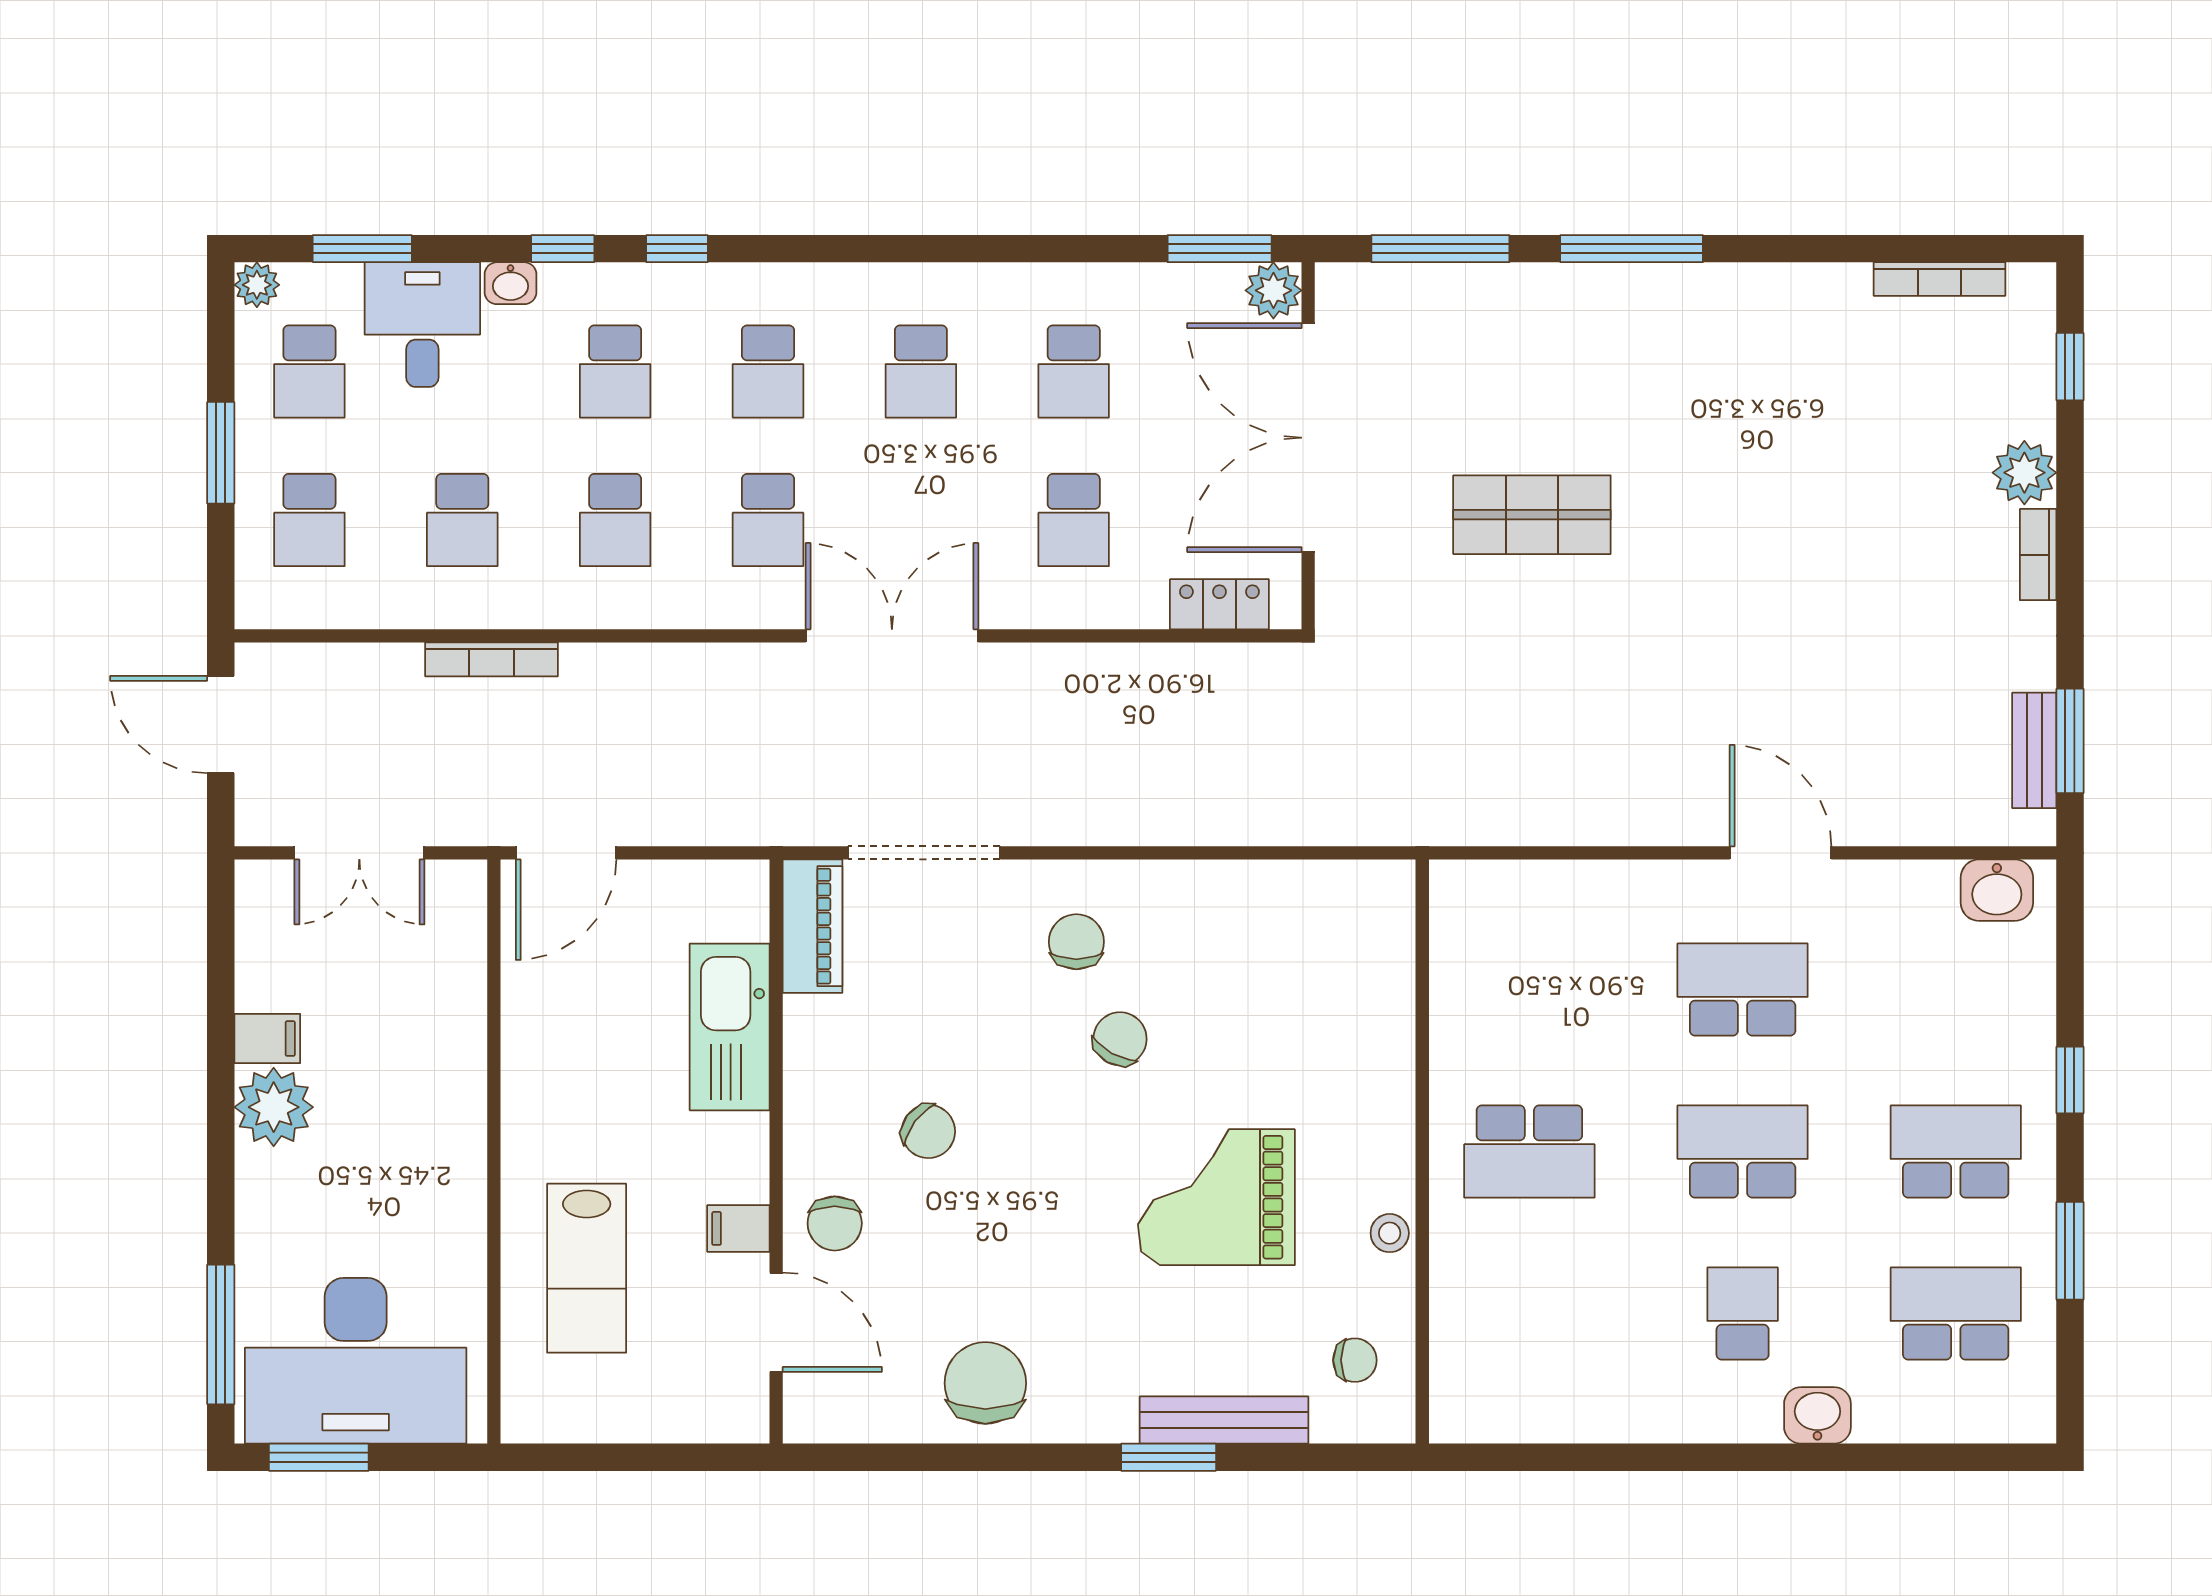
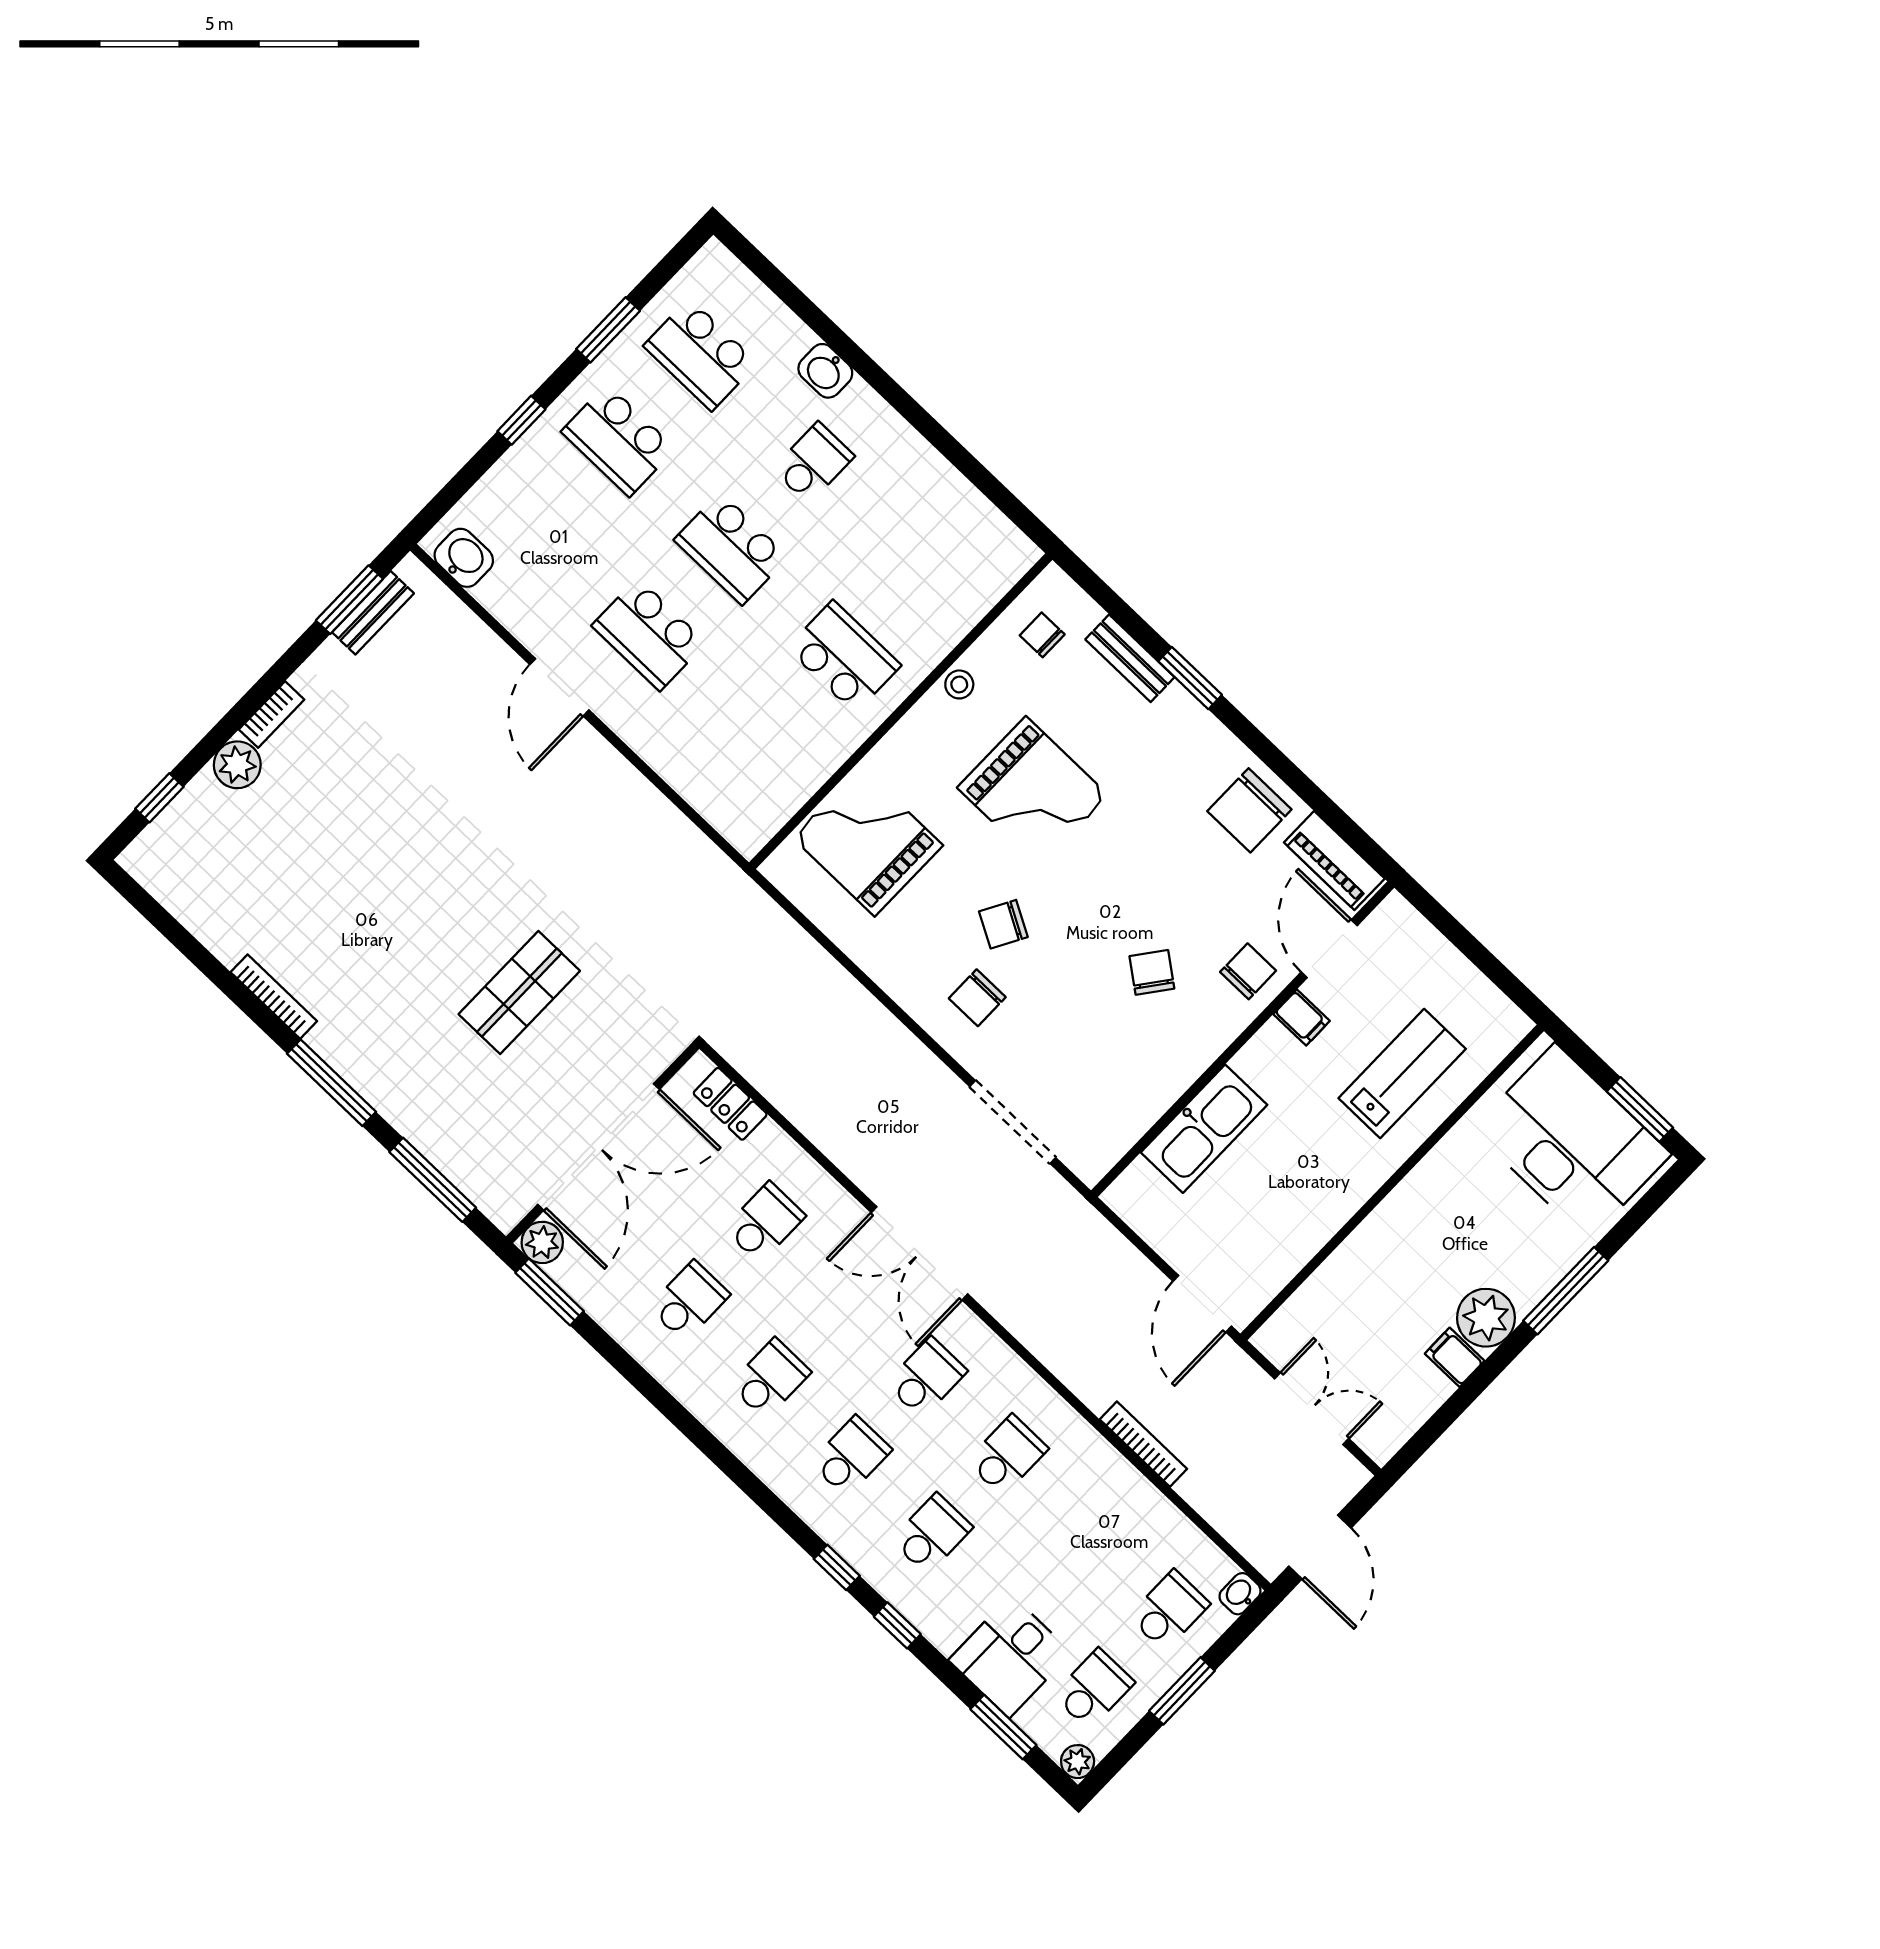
bookcase: (1940, 279) -> (274, 997), moved
washbasin: (511, 283) -> (1240, 1594), moved, turned -90
shop shelf: (1532, 515) -> (519, 993), turned 90
school desk: (462, 520) -> (1088, 1533), removed
door: (566, 853) -> (1202, 1304), swing flipped
piano: (812, 926) -> (1334, 861), moved, turned -90
grand piano: (1332, 992) -> (868, 841), added
school desk: (1743, 1314) -> (813, 463), turned 180
window: (221, 1334) -> (1566, 1291), moved
bench: (1224, 1420) -> (1130, 658), width x0.73

